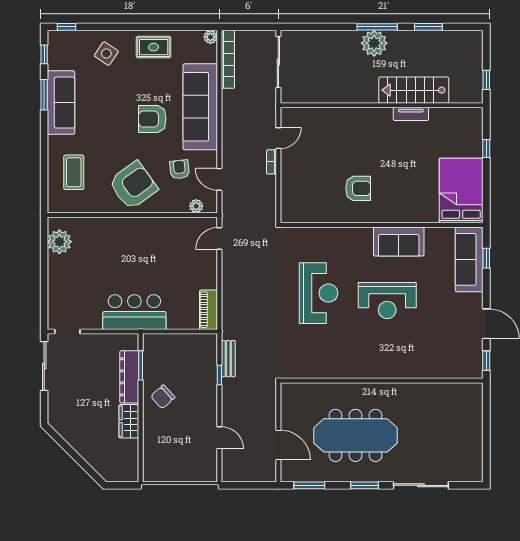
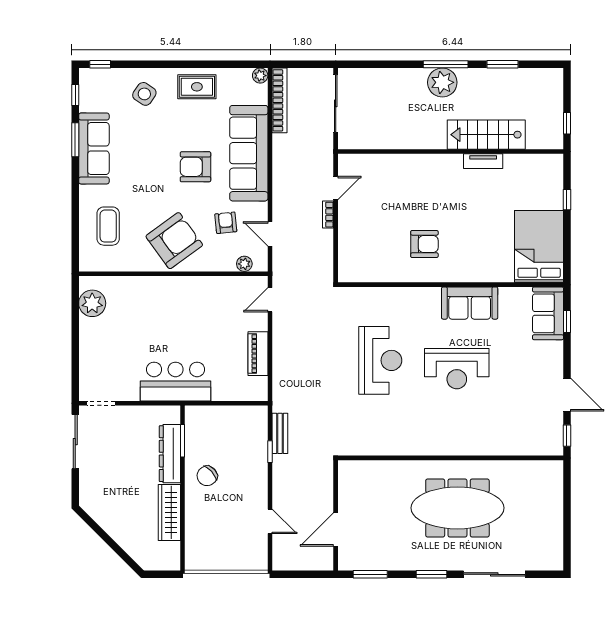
sofa: (469, 259) -> (548, 313), width x0.73
piano: (208, 310) -> (258, 354), moved
wardrobe: (129, 421) -> (169, 512), width x1.50
meeting table: (356, 435) -> (457, 508), moved
door: (278, 445) -> (336, 529), swing flipped

